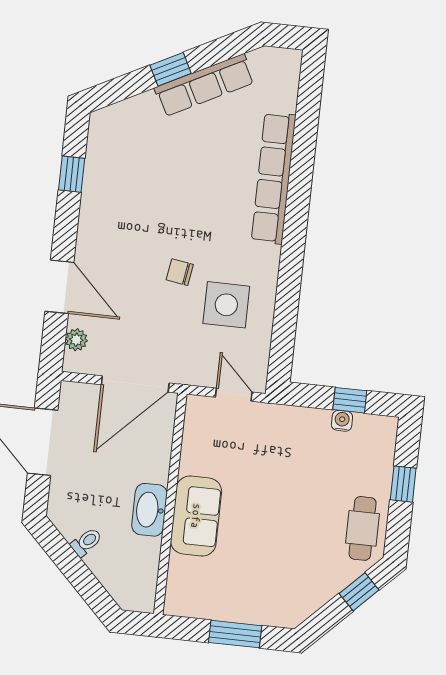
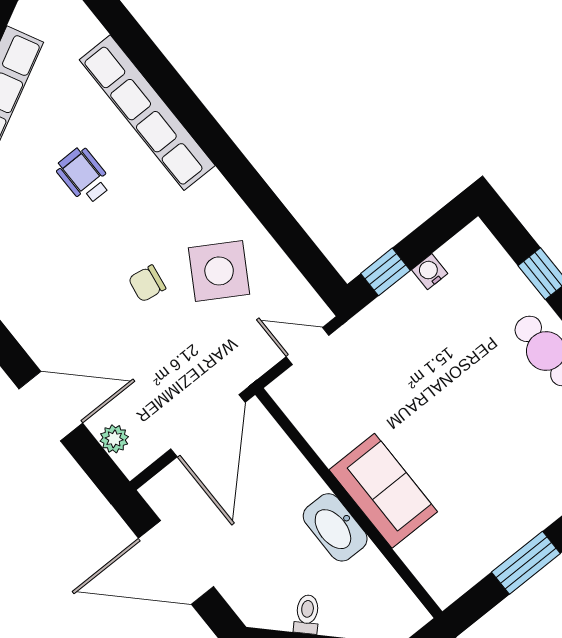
wheelchair: (204, 178) -> (84, 176), added
side table: (226, 305) -> (219, 271), turned 31
window: (350, 400) -> (385, 272), moved

